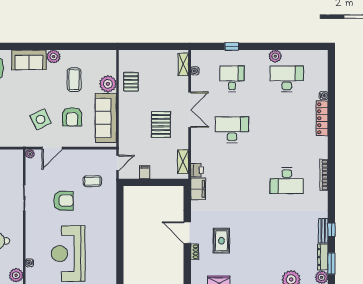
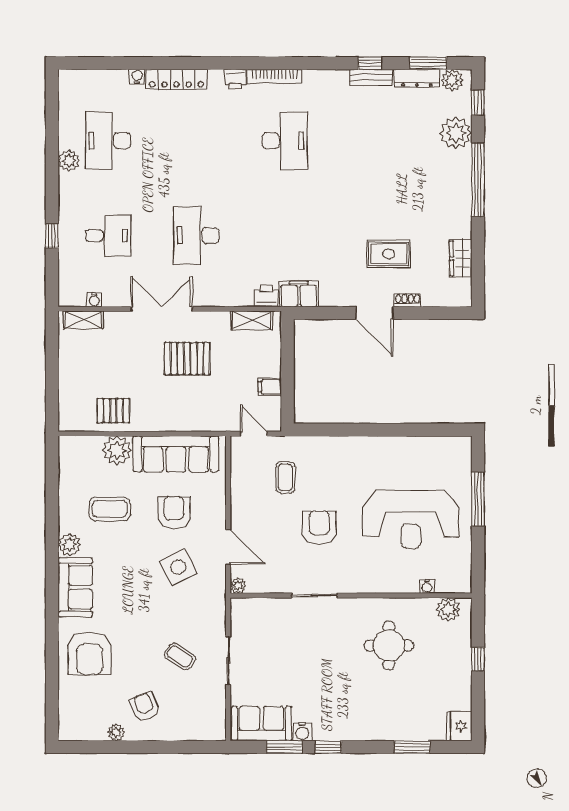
desk: (232, 79) -> (108, 235), turned 180
armchair: (72, 117) -> (174, 513), turned -90
printer: (322, 152) -> (235, 79), added
door: (187, 233) -> (374, 313), hinge flipped

